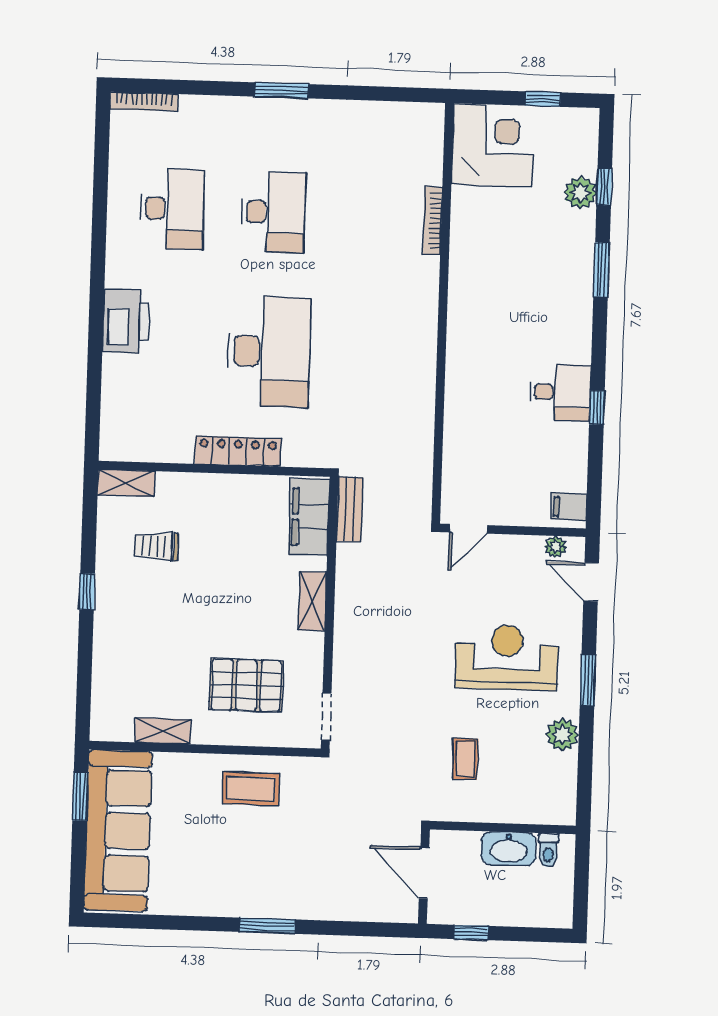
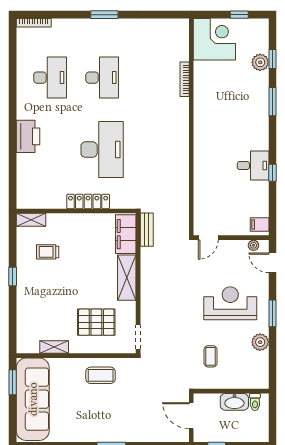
shelving: (312, 601) -> (127, 278), width x1.50, depth x1.33

